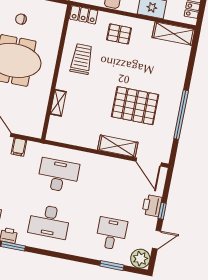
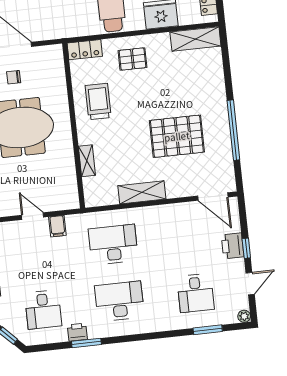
shelving: (118, 146) -> (142, 192), moved
desk: (49, 221) -> (119, 301), turned 180
desk: (111, 234) -> (196, 293), turned 180
plant: (140, 259) -> (244, 316), width x0.53, depth x0.53

